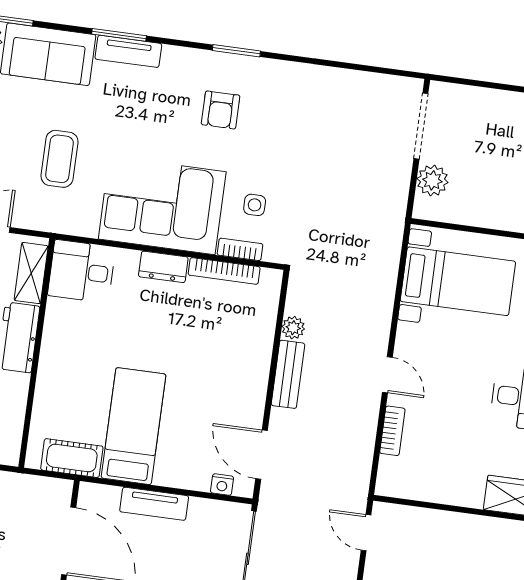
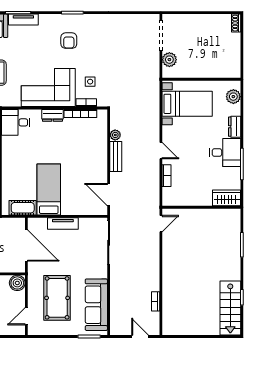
nightstand: (222, 485) -> (93, 211), removed
door: (366, 533) -> (161, 224), swing flipped

